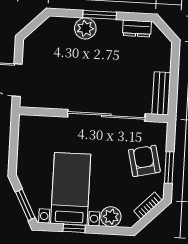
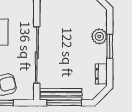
window: (174, 82) -> (64, 103), added
bench: (161, 93) -> (61, 94), width x1.36

